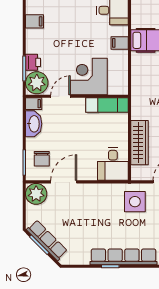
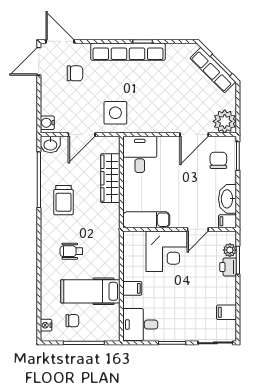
plant: (37, 83) -> (230, 250), width x0.53, depth x0.53

